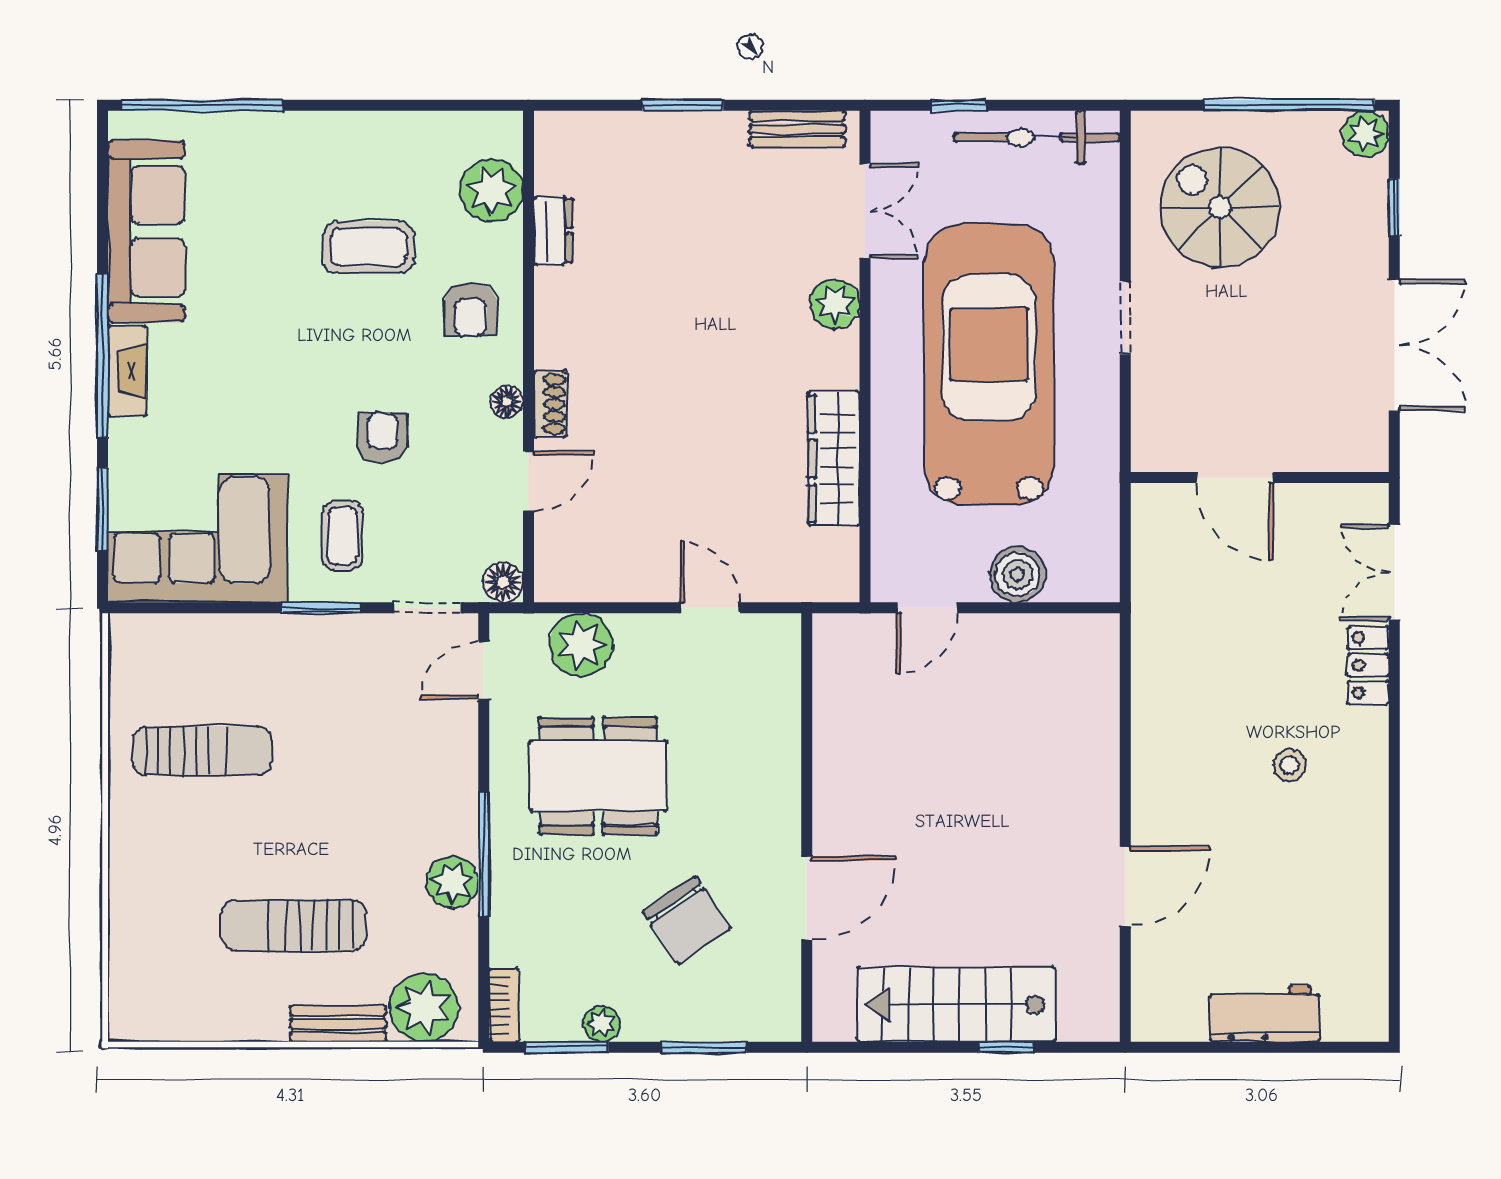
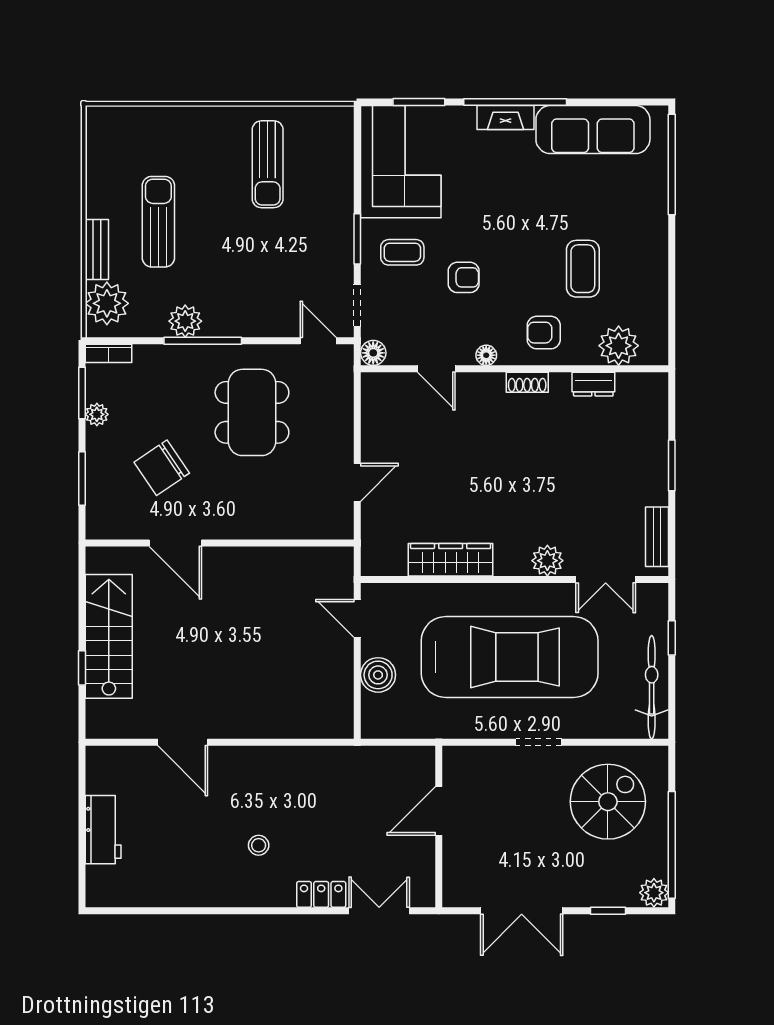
shoe rack: (550, 404) -> (527, 382), moved
plant: (581, 645) -> (334, 402), removed

